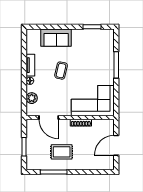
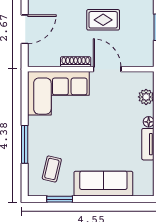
sofa: (56, 38) -> (103, 184), width x1.36
coffee table: (61, 71) -> (52, 169), moved
door: (49, 117) -> (107, 69), moved

